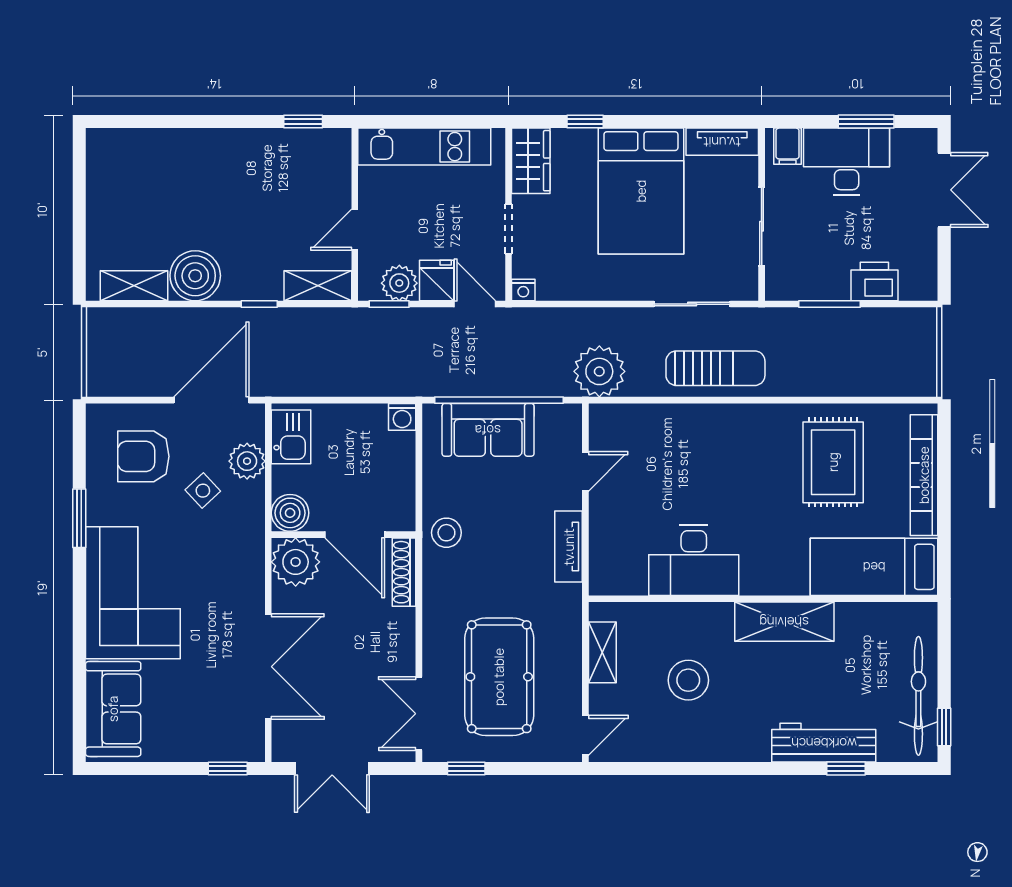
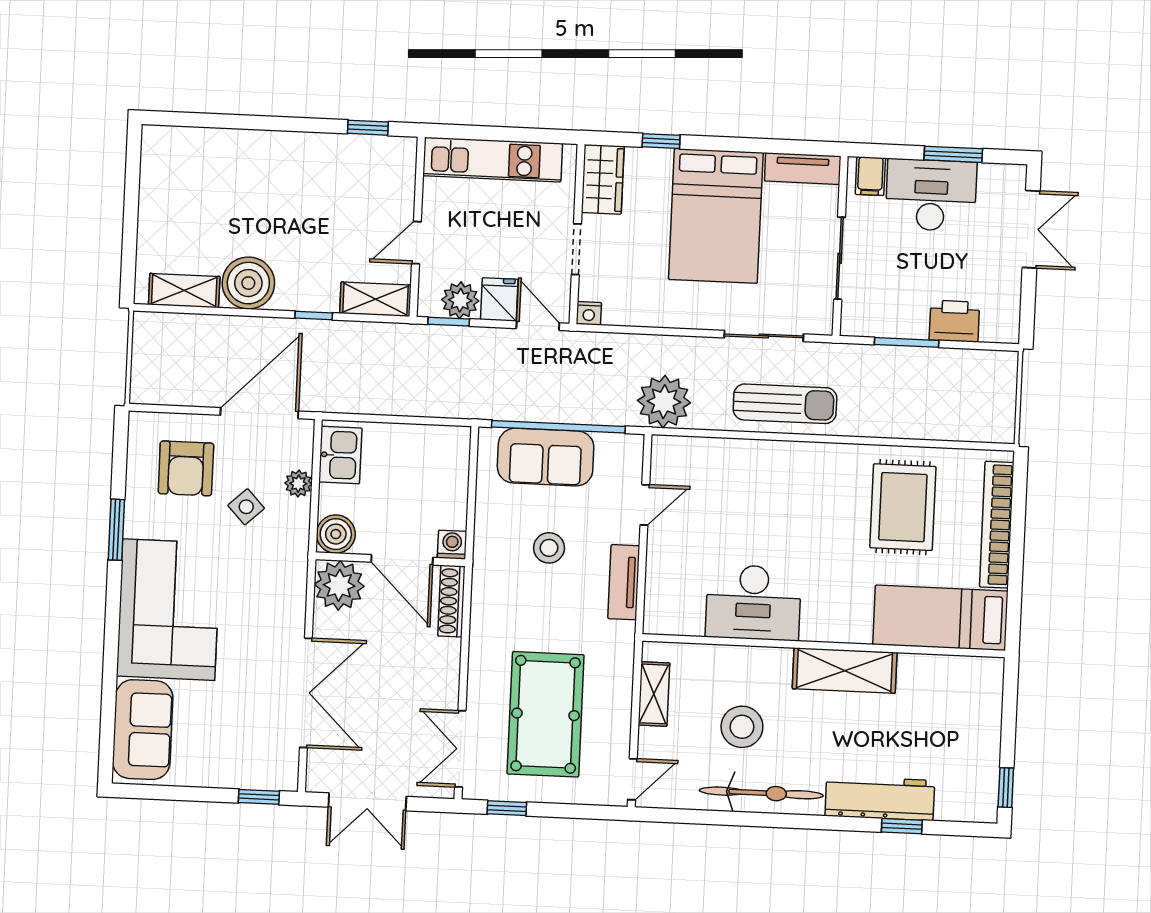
washing machine: (402, 417) -> (452, 545), moved, turned 180
armchair: (143, 456) -> (186, 468), turned -90
plant: (247, 461) -> (298, 484), width x0.73, depth x0.73
stool: (446, 533) -> (549, 548), moved
bicycle: (918, 696) -> (761, 793), moved, turned 90

